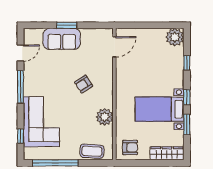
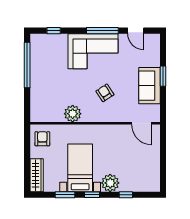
plant: (175, 37) -> (110, 183), moved
sofa: (62, 39) -> (149, 86), moved
corner sofa: (41, 122) -> (93, 51), moved
armchair: (130, 147) -> (42, 139), turned 180
coffee table: (92, 151) -> (39, 101), removed

